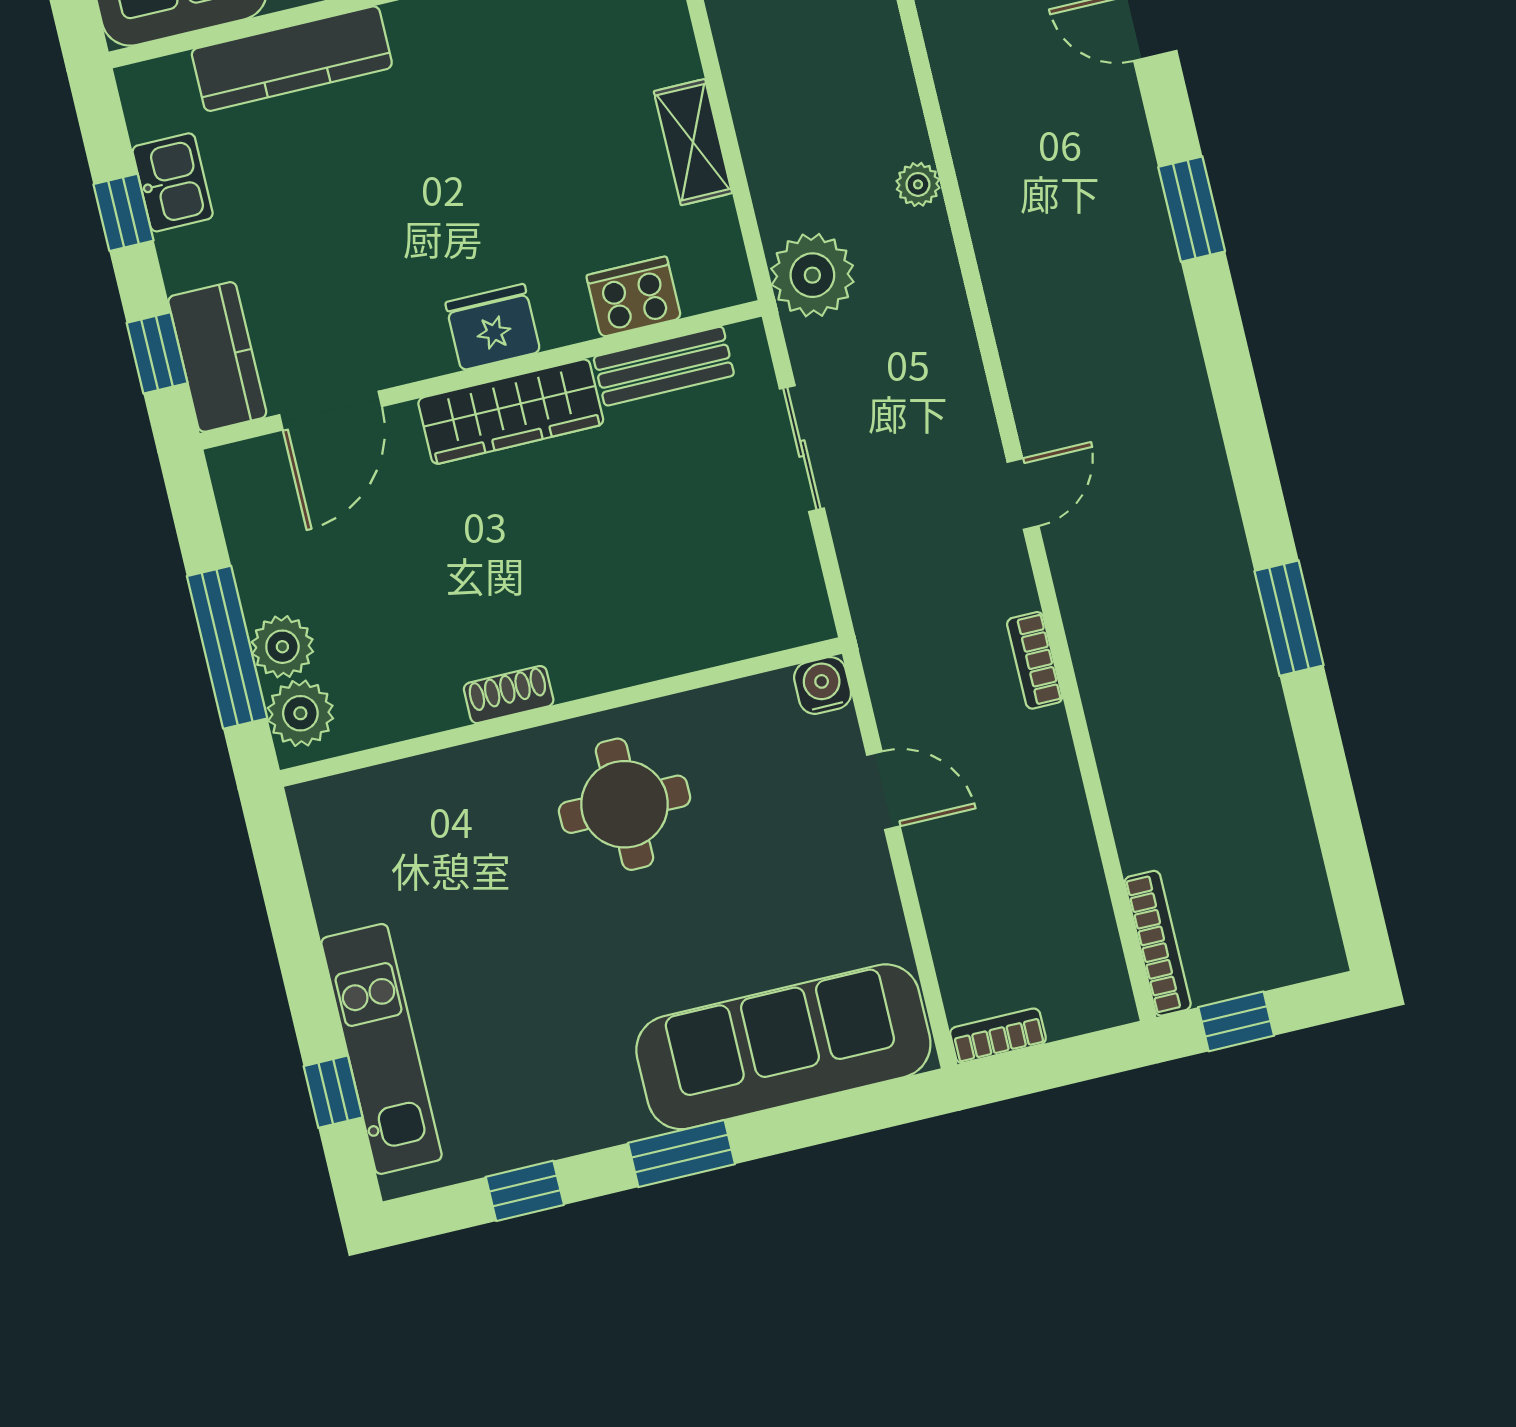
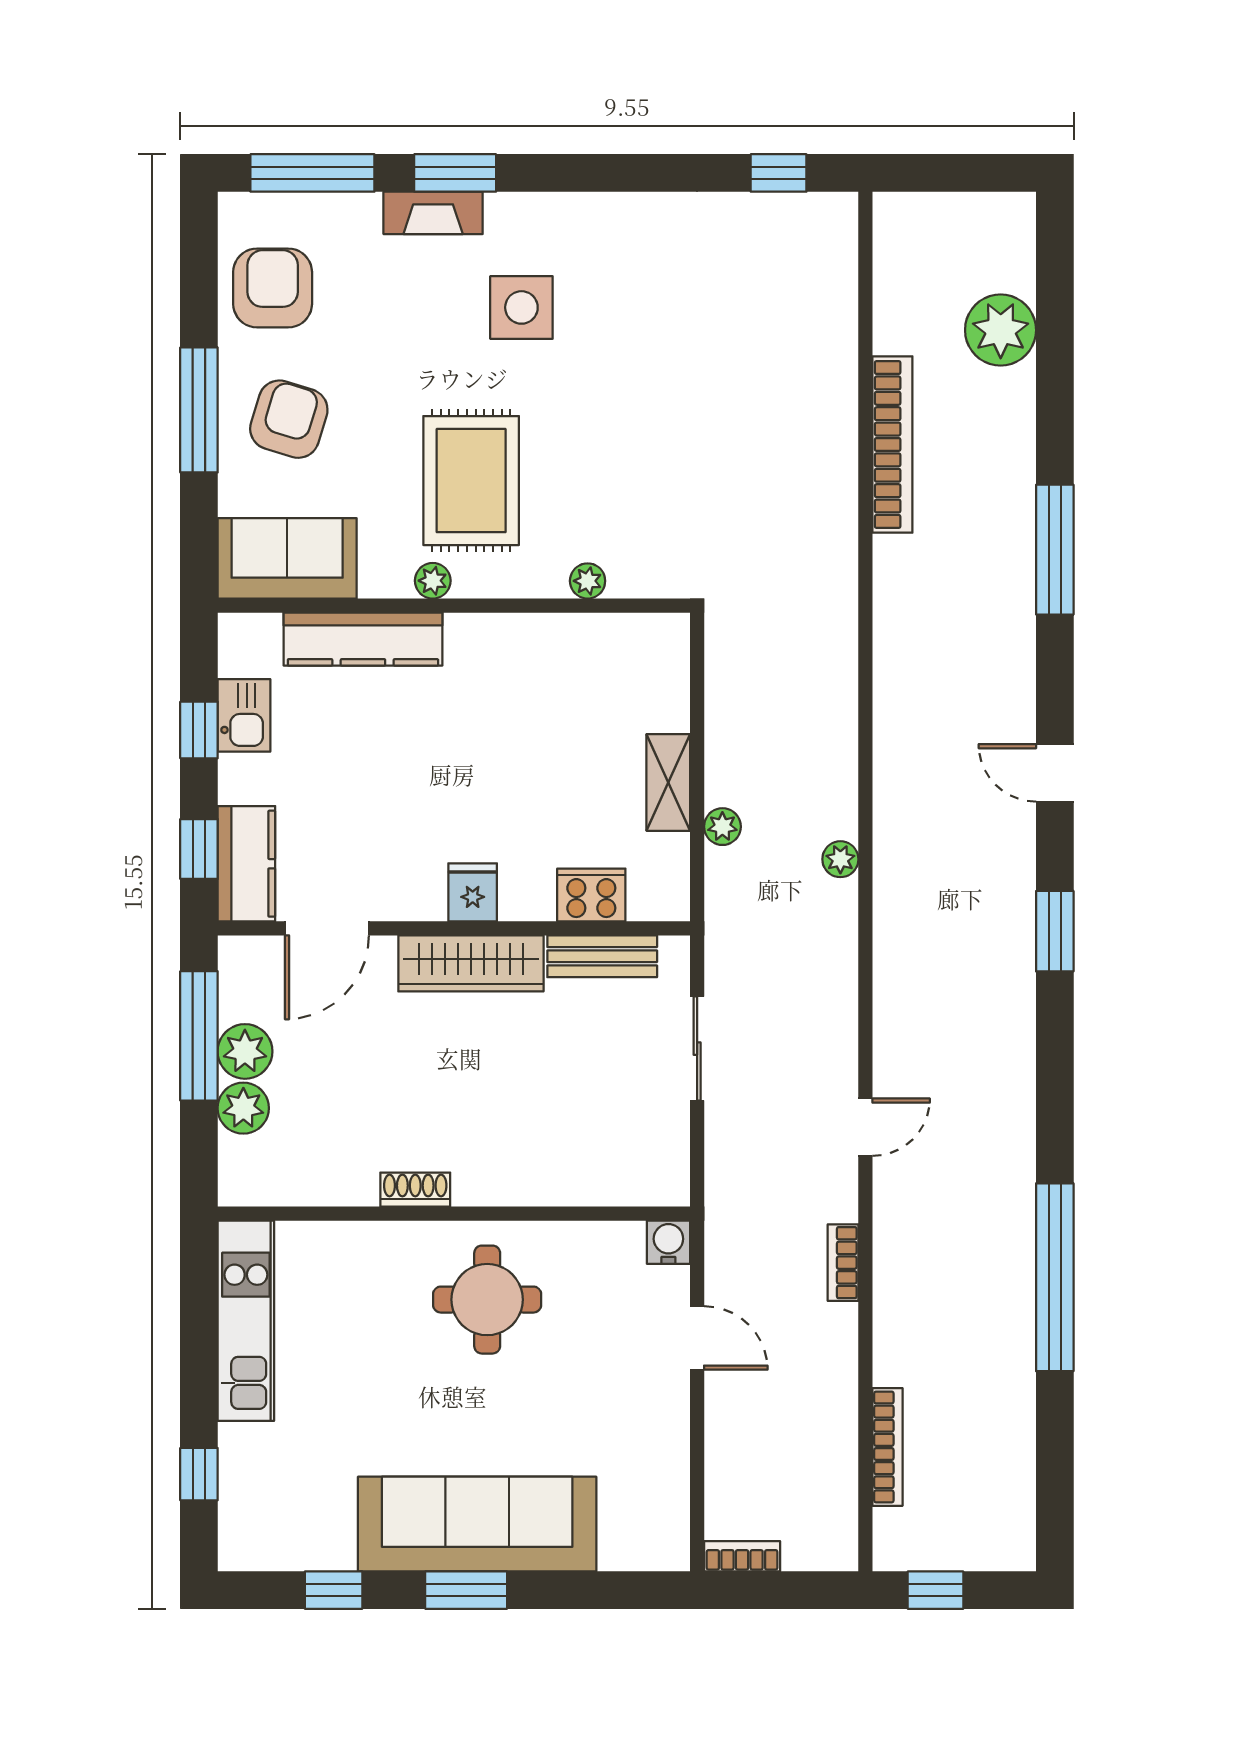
plant: (812, 275) -> (722, 827), moved, width x0.53, depth x0.53
fridge: (493, 327) -> (473, 892), width x0.72
window: (1289, 618) -> (1055, 1277), width x2.11
window: (227, 647) -> (199, 1036), moved
plant: (300, 713) -> (245, 1051), moved
bookcase: (1158, 943) -> (887, 1447), moved
sofa: (783, 1047) -> (477, 1524), moved
kitchen unit: (381, 1049) -> (246, 1321), moved

